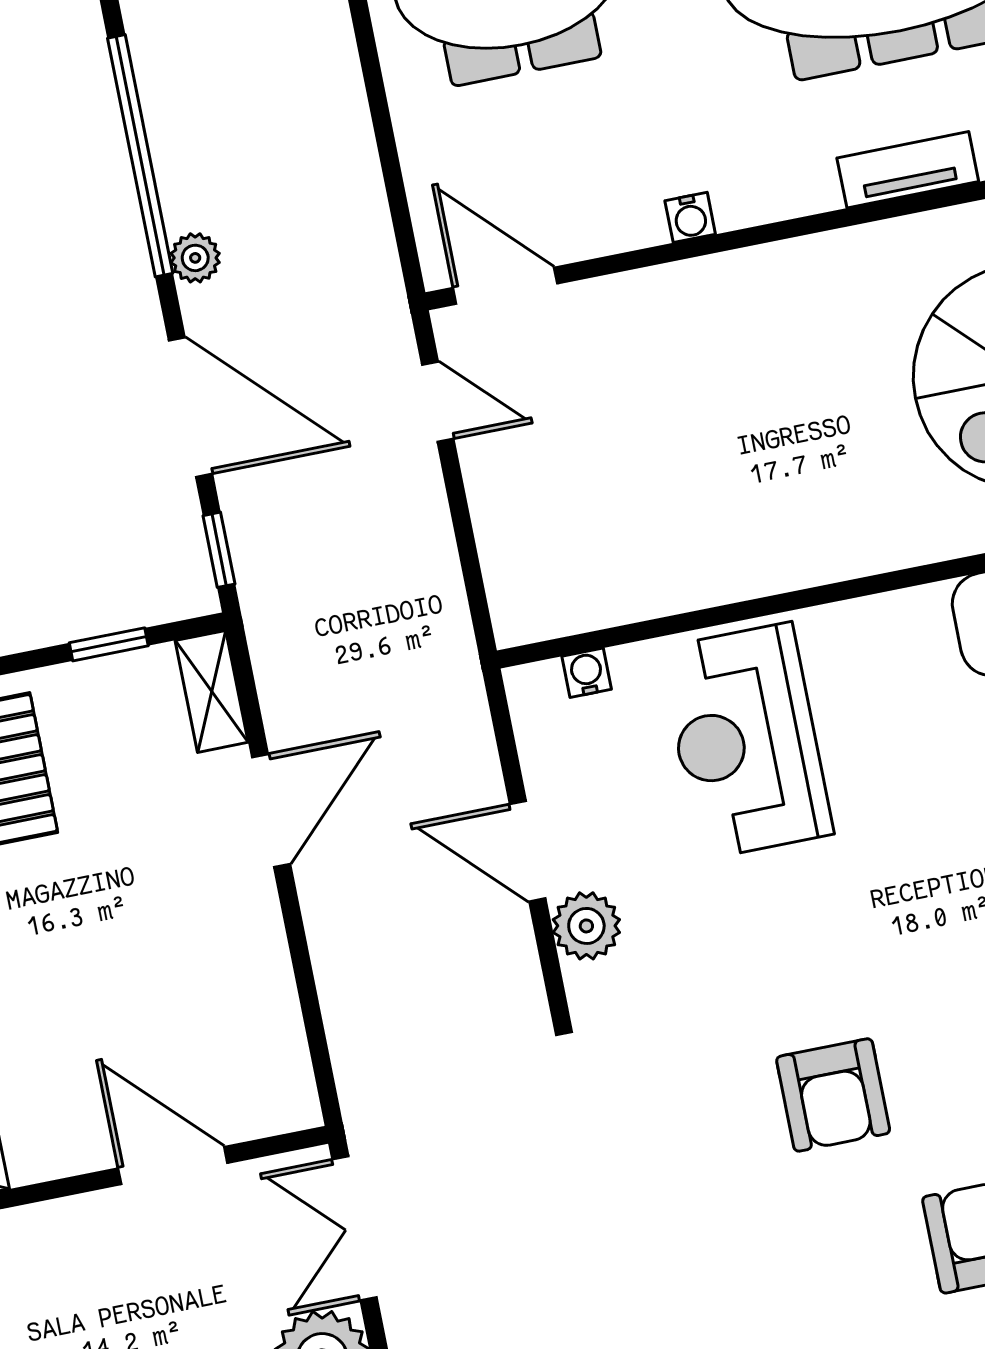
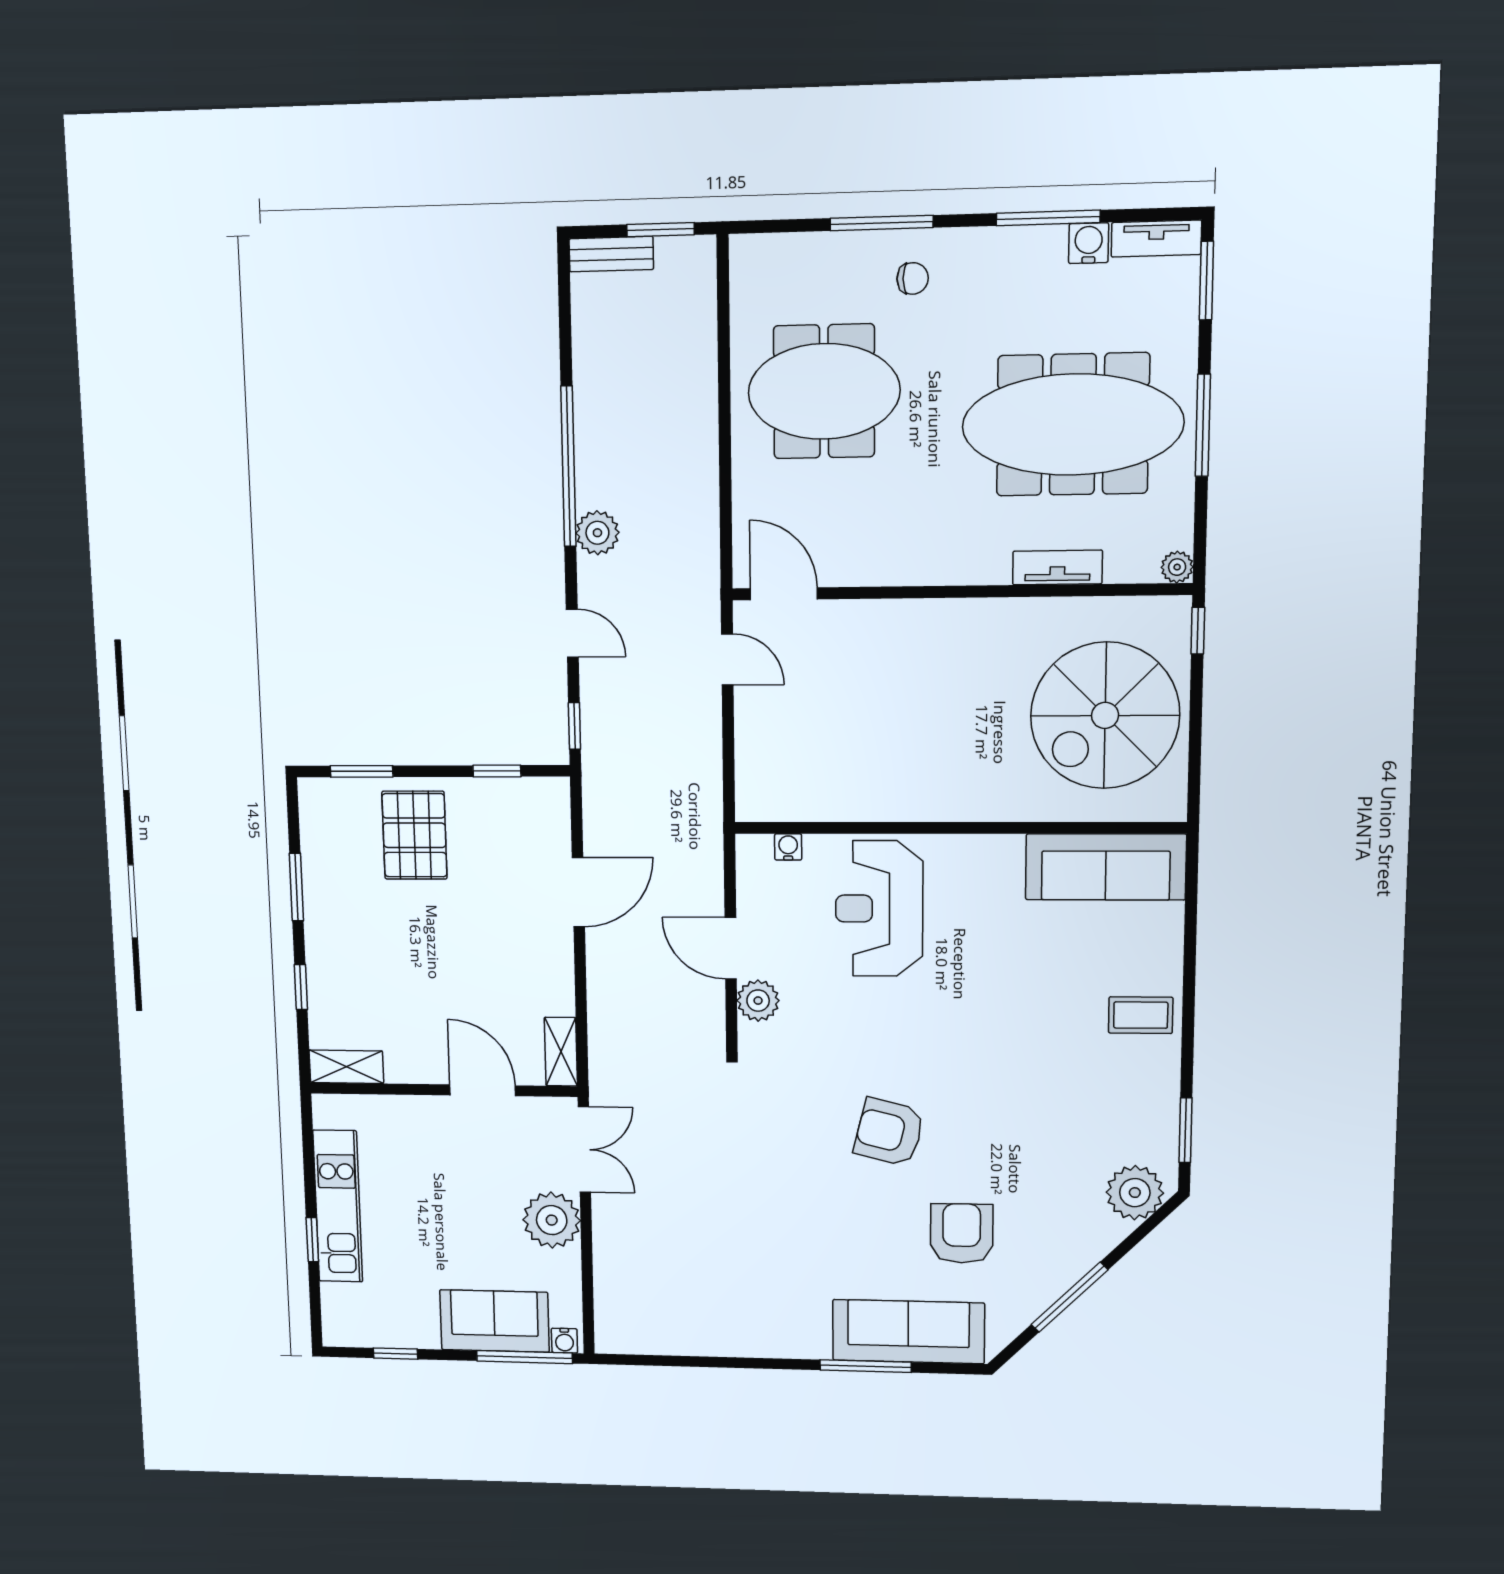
water cooler: (690, 217) -> (910, 572), removed
plant: (195, 258) -> (597, 533), width x1.38, depth x1.38
door: (190, 407) -> (572, 633), width x0.53
shelving: (212, 691) -> (561, 1052), moved
armchair: (833, 1095) -> (889, 1132), turned 104
double door: (355, 1228) -> (584, 1149), swing flipped

